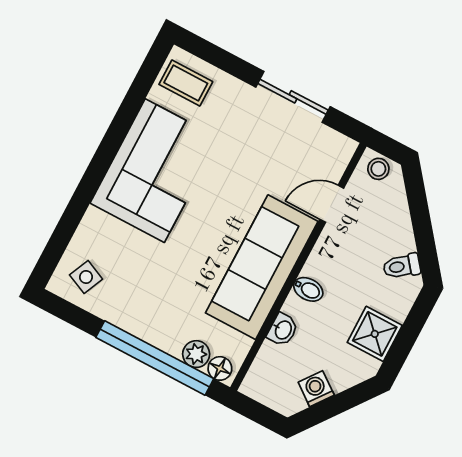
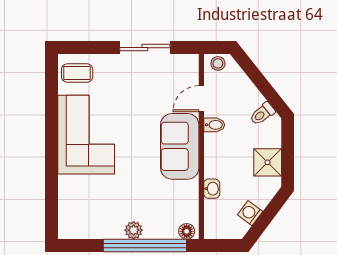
sofa: (262, 267) -> (180, 146), width x0.73
side table: (86, 277) -> (79, 219), removed
bidet: (308, 289) -> (214, 125), moved
plant: (196, 354) -> (134, 230), moved

